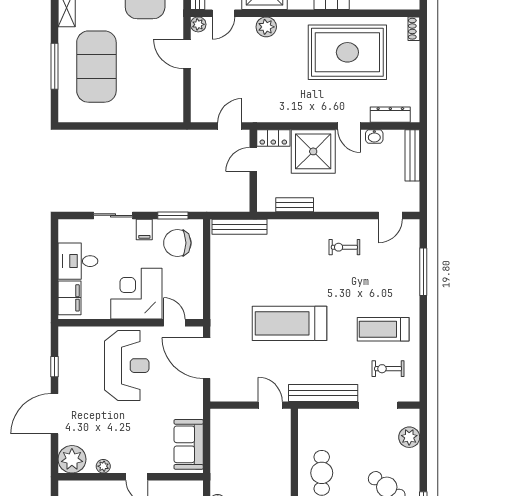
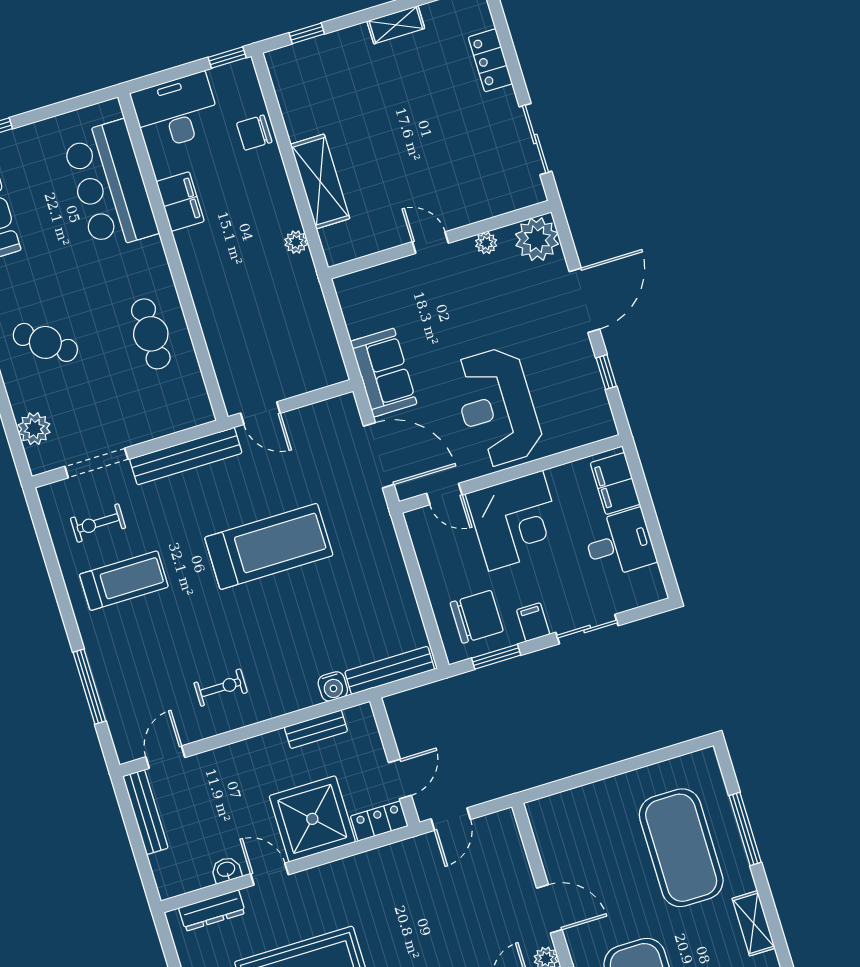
bench: (412, 155) -> (145, 812), moved
water cooler: (277, 227) -> (333, 686), added
exercise bike: (388, 369) -> (98, 523), turned 180
sofa: (189, 444) -> (384, 373), moved

